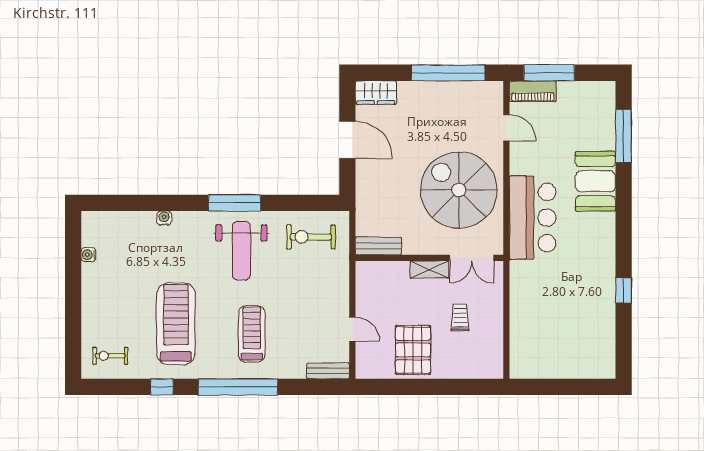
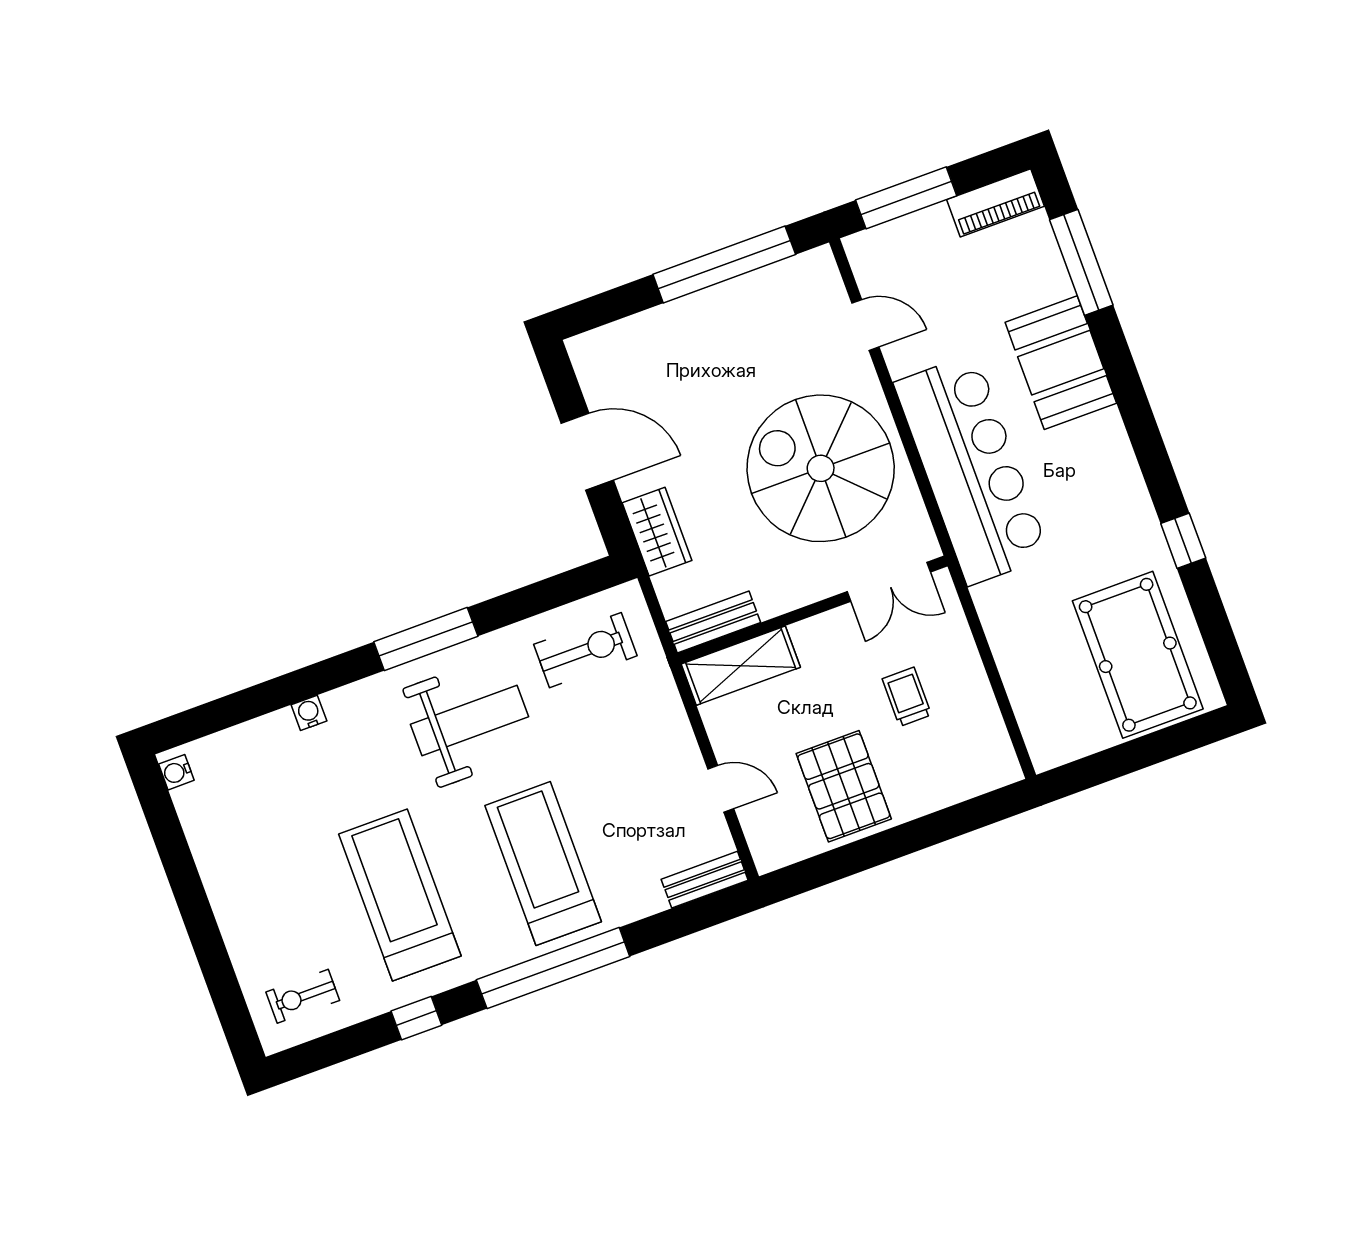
piano: (533, 91) -> (995, 203), moved
wardrobe: (376, 93) -> (657, 532), moved, turned -90
bar counter: (533, 218) -> (972, 469), width x1.36
exercise bike: (311, 237) -> (585, 650), turned 180
weight bench: (241, 251) -> (470, 720), turned -90
water cooler: (88, 255) -> (176, 772), moved
shelving: (429, 270) -> (741, 666), moved, width x1.50, depth x1.33
treadmill: (252, 334) -> (543, 864), width x1.37, depth x1.38
pool table: (581, 338) -> (1138, 655), added

